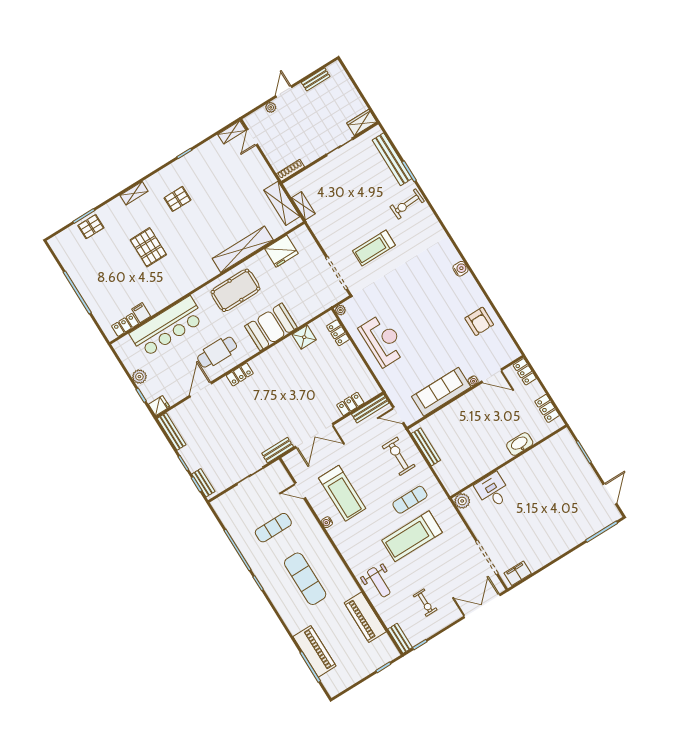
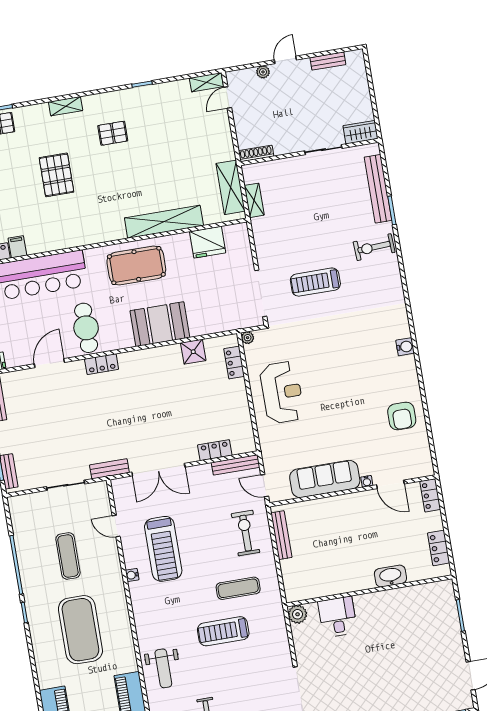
cafe table: (217, 352) -> (86, 328), turned 90
exercise mat: (273, 528) -> (68, 556), turned 90
treadmill: (412, 536) -> (223, 631), width x0.73, depth x0.73
exercise mat: (305, 579) -> (80, 630), width x1.47

